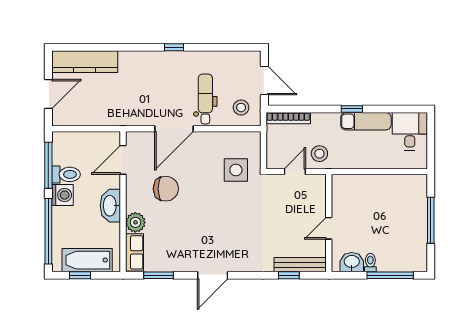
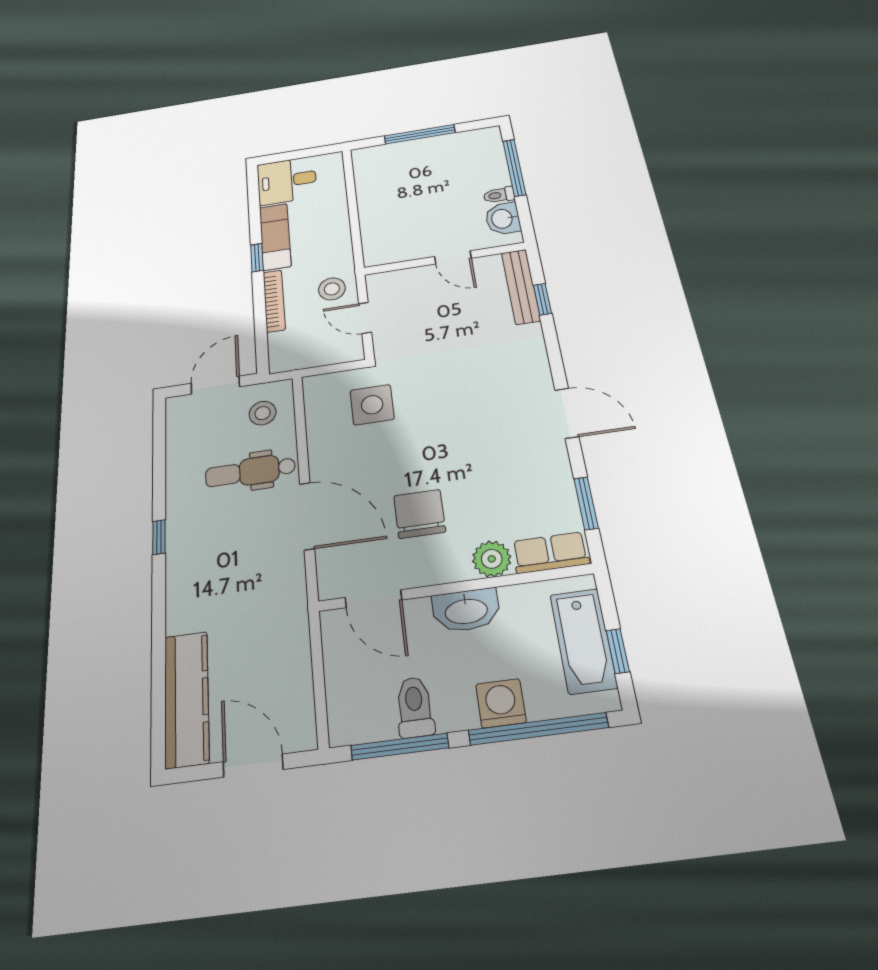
bookcase: (288, 118) -> (274, 301), moved
washing machine: (62, 195) -> (501, 703), moved

